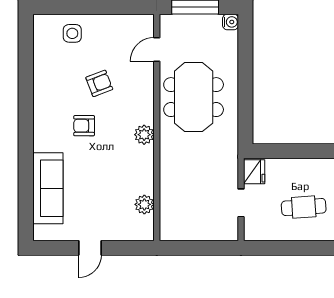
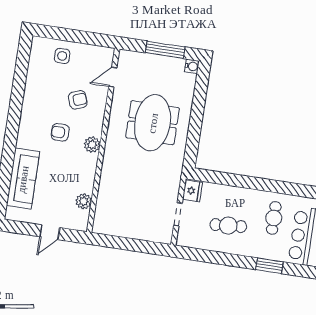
door: (157, 49) -> (113, 77), moved
wall: (157, 127) -> (103, 140), moved
plant: (144, 135) -> (92, 145), moved
plant: (144, 204) -> (84, 201), moved

